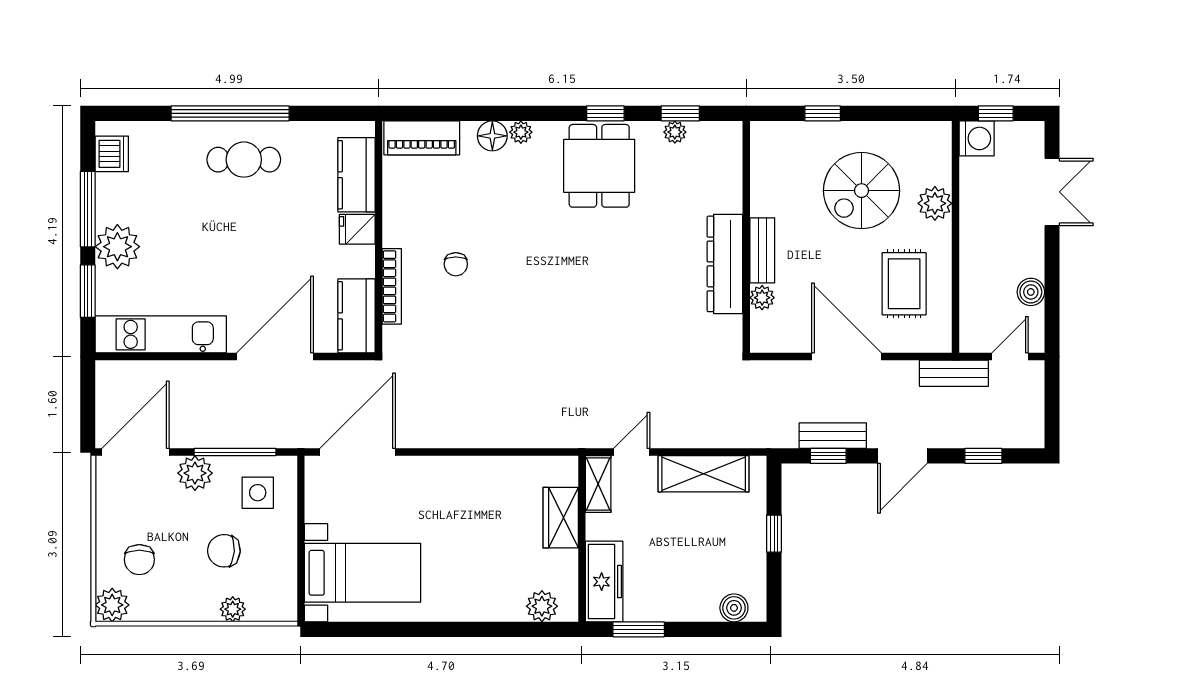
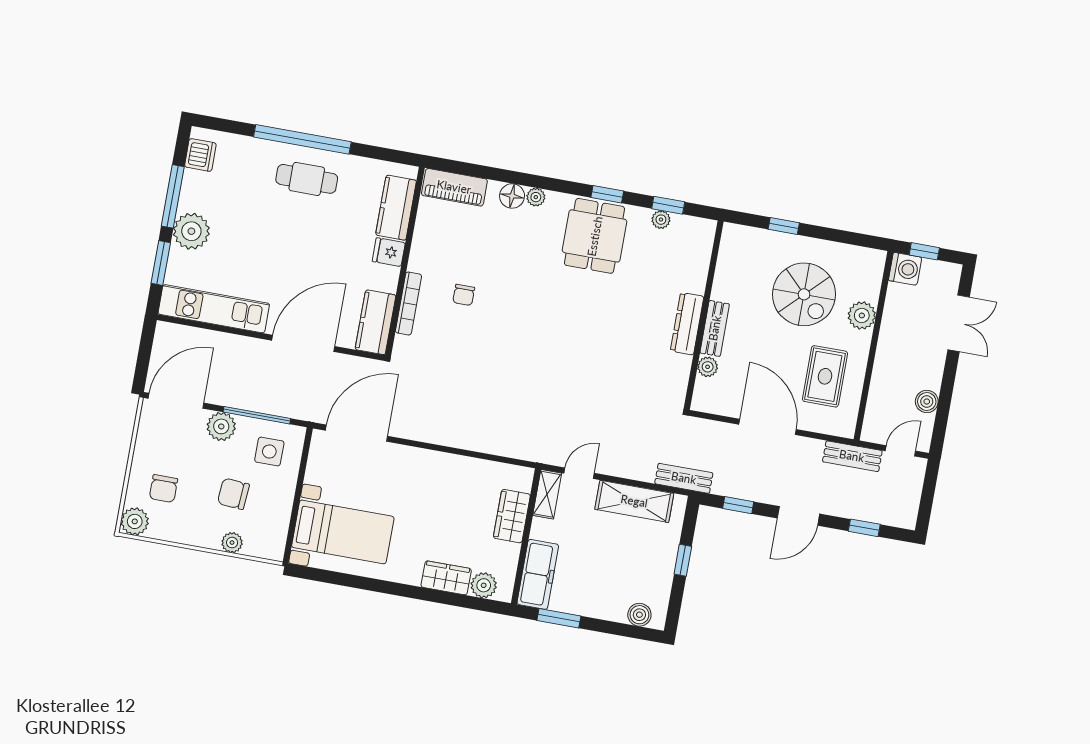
spiral stairs: (862, 191) -> (804, 294), turned -90
dresser: (725, 264) -> (687, 324), width x0.73, depth x0.80
bench: (833, 436) -> (684, 478), moved
wardrobe: (496, 605) -> (446, 578), added

